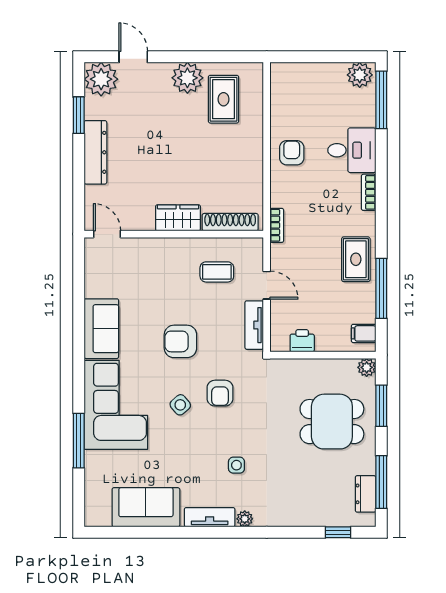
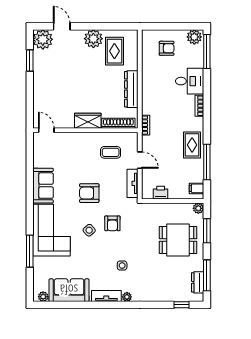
dresser: (95, 152) -> (131, 89), moved, turned 180
armchair: (292, 153) -> (167, 48), moved, turned 90
plant: (102, 518) -> (43, 297), added

